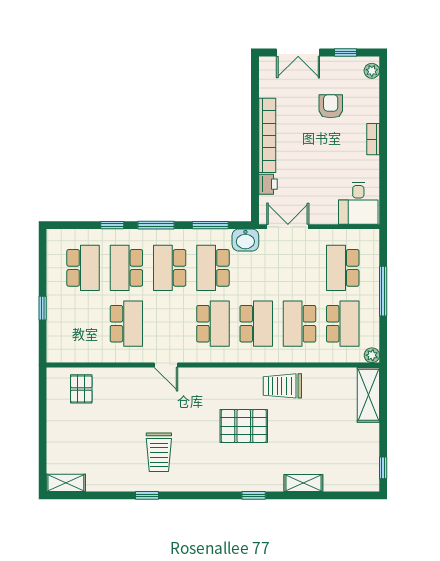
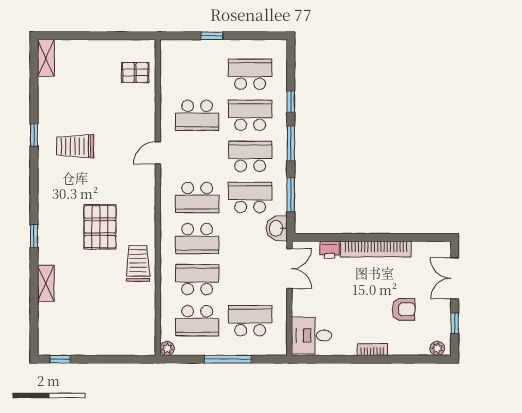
school desk: (83, 268) -> (250, 74), turned 180
shelving: (368, 395) -> (130, 345), removed

